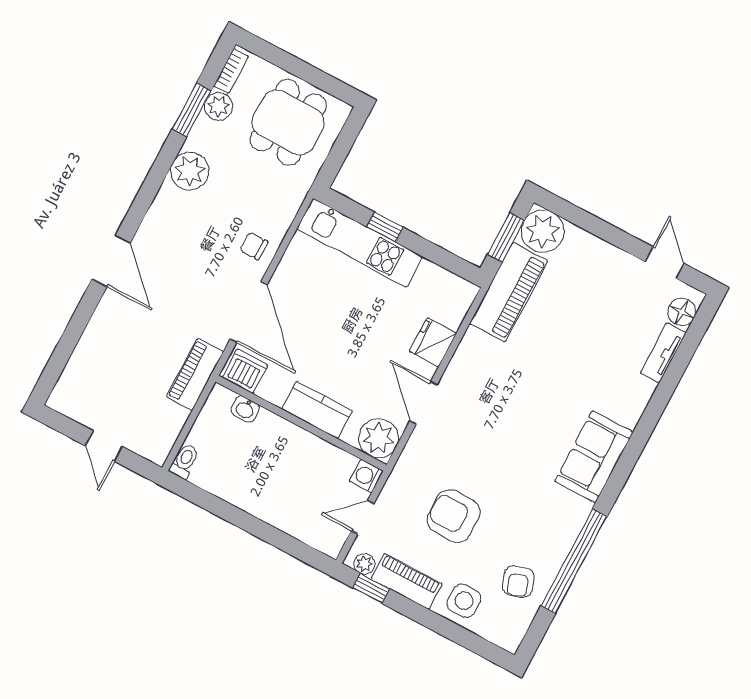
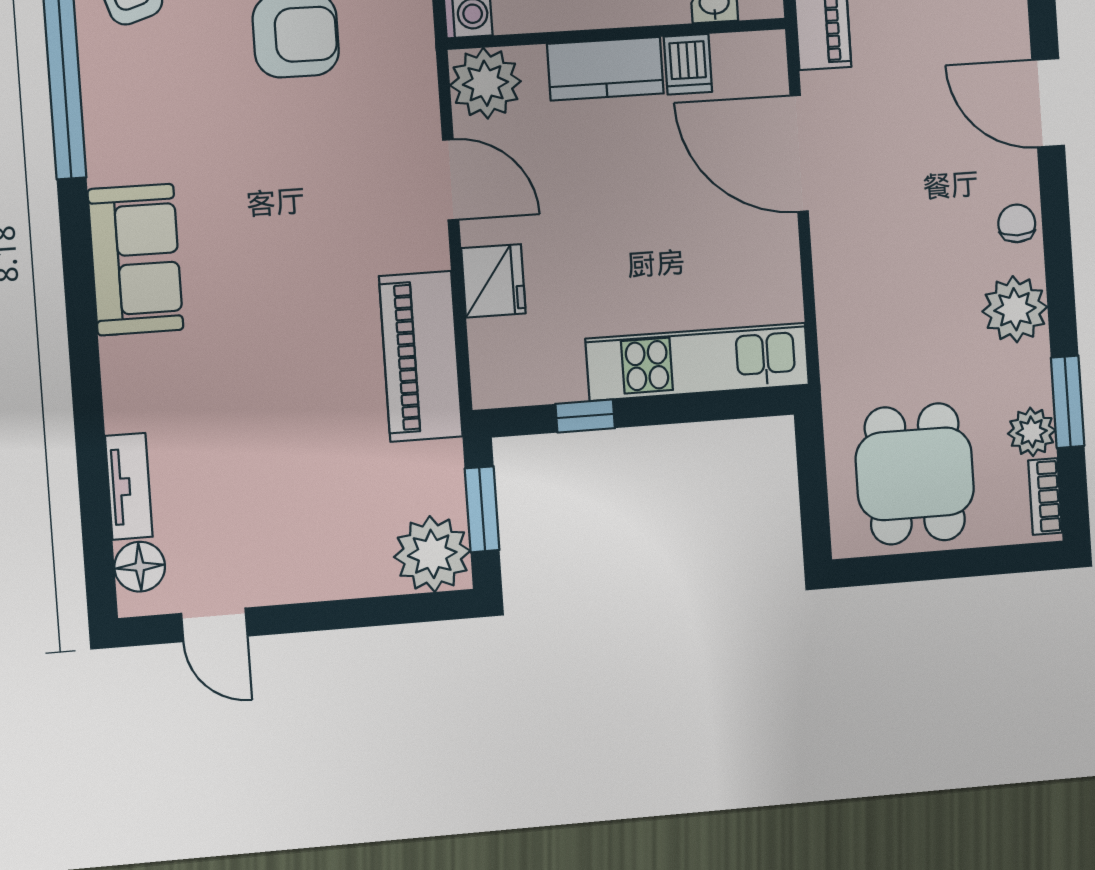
window: (385, 227) -> (585, 416), moved
chair: (254, 246) -> (1017, 223), moved, turned -90
piano: (509, 292) -> (421, 356), moved
dishwasher: (245, 371) -> (688, 64), moved, width x0.73

